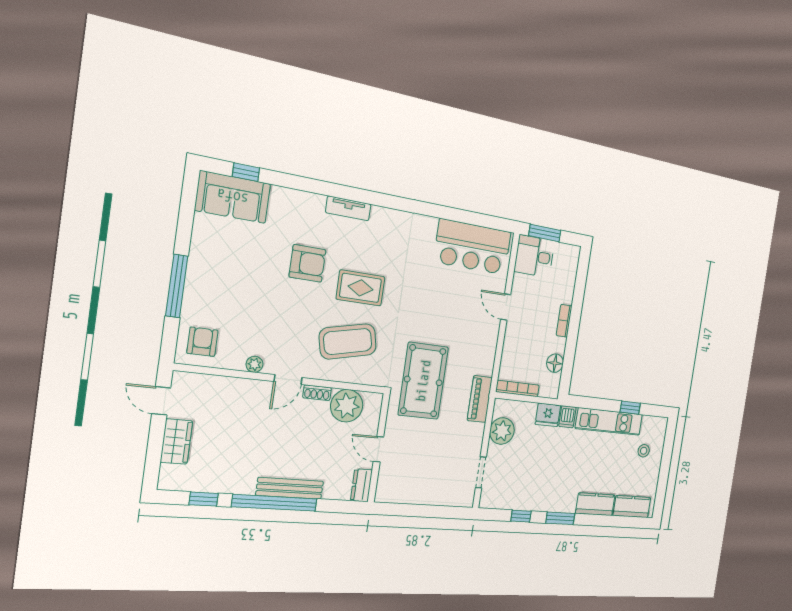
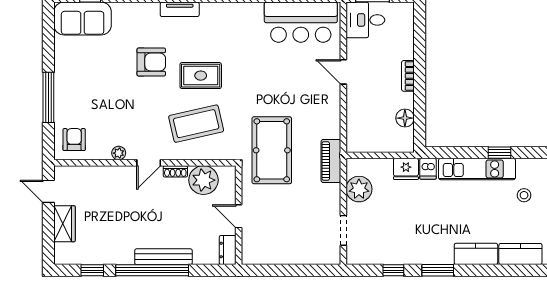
bookcase: (518, 388) -> (369, 147), removed

